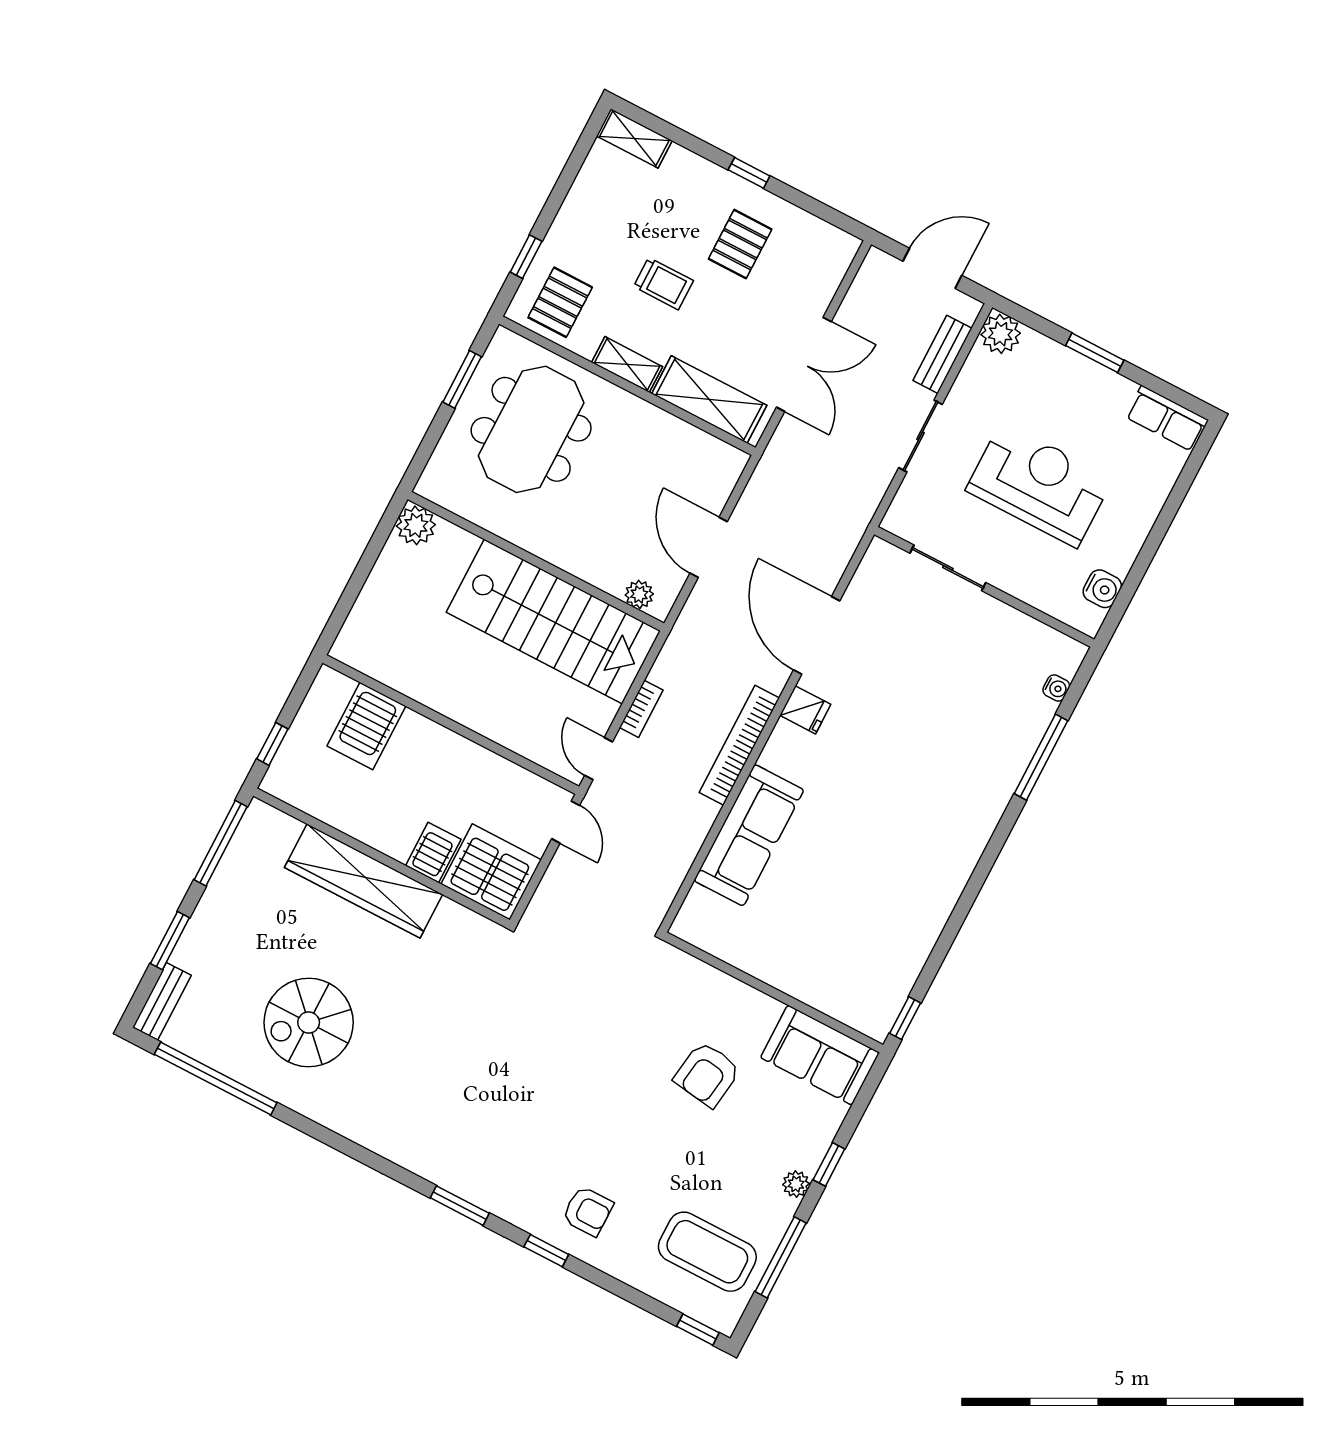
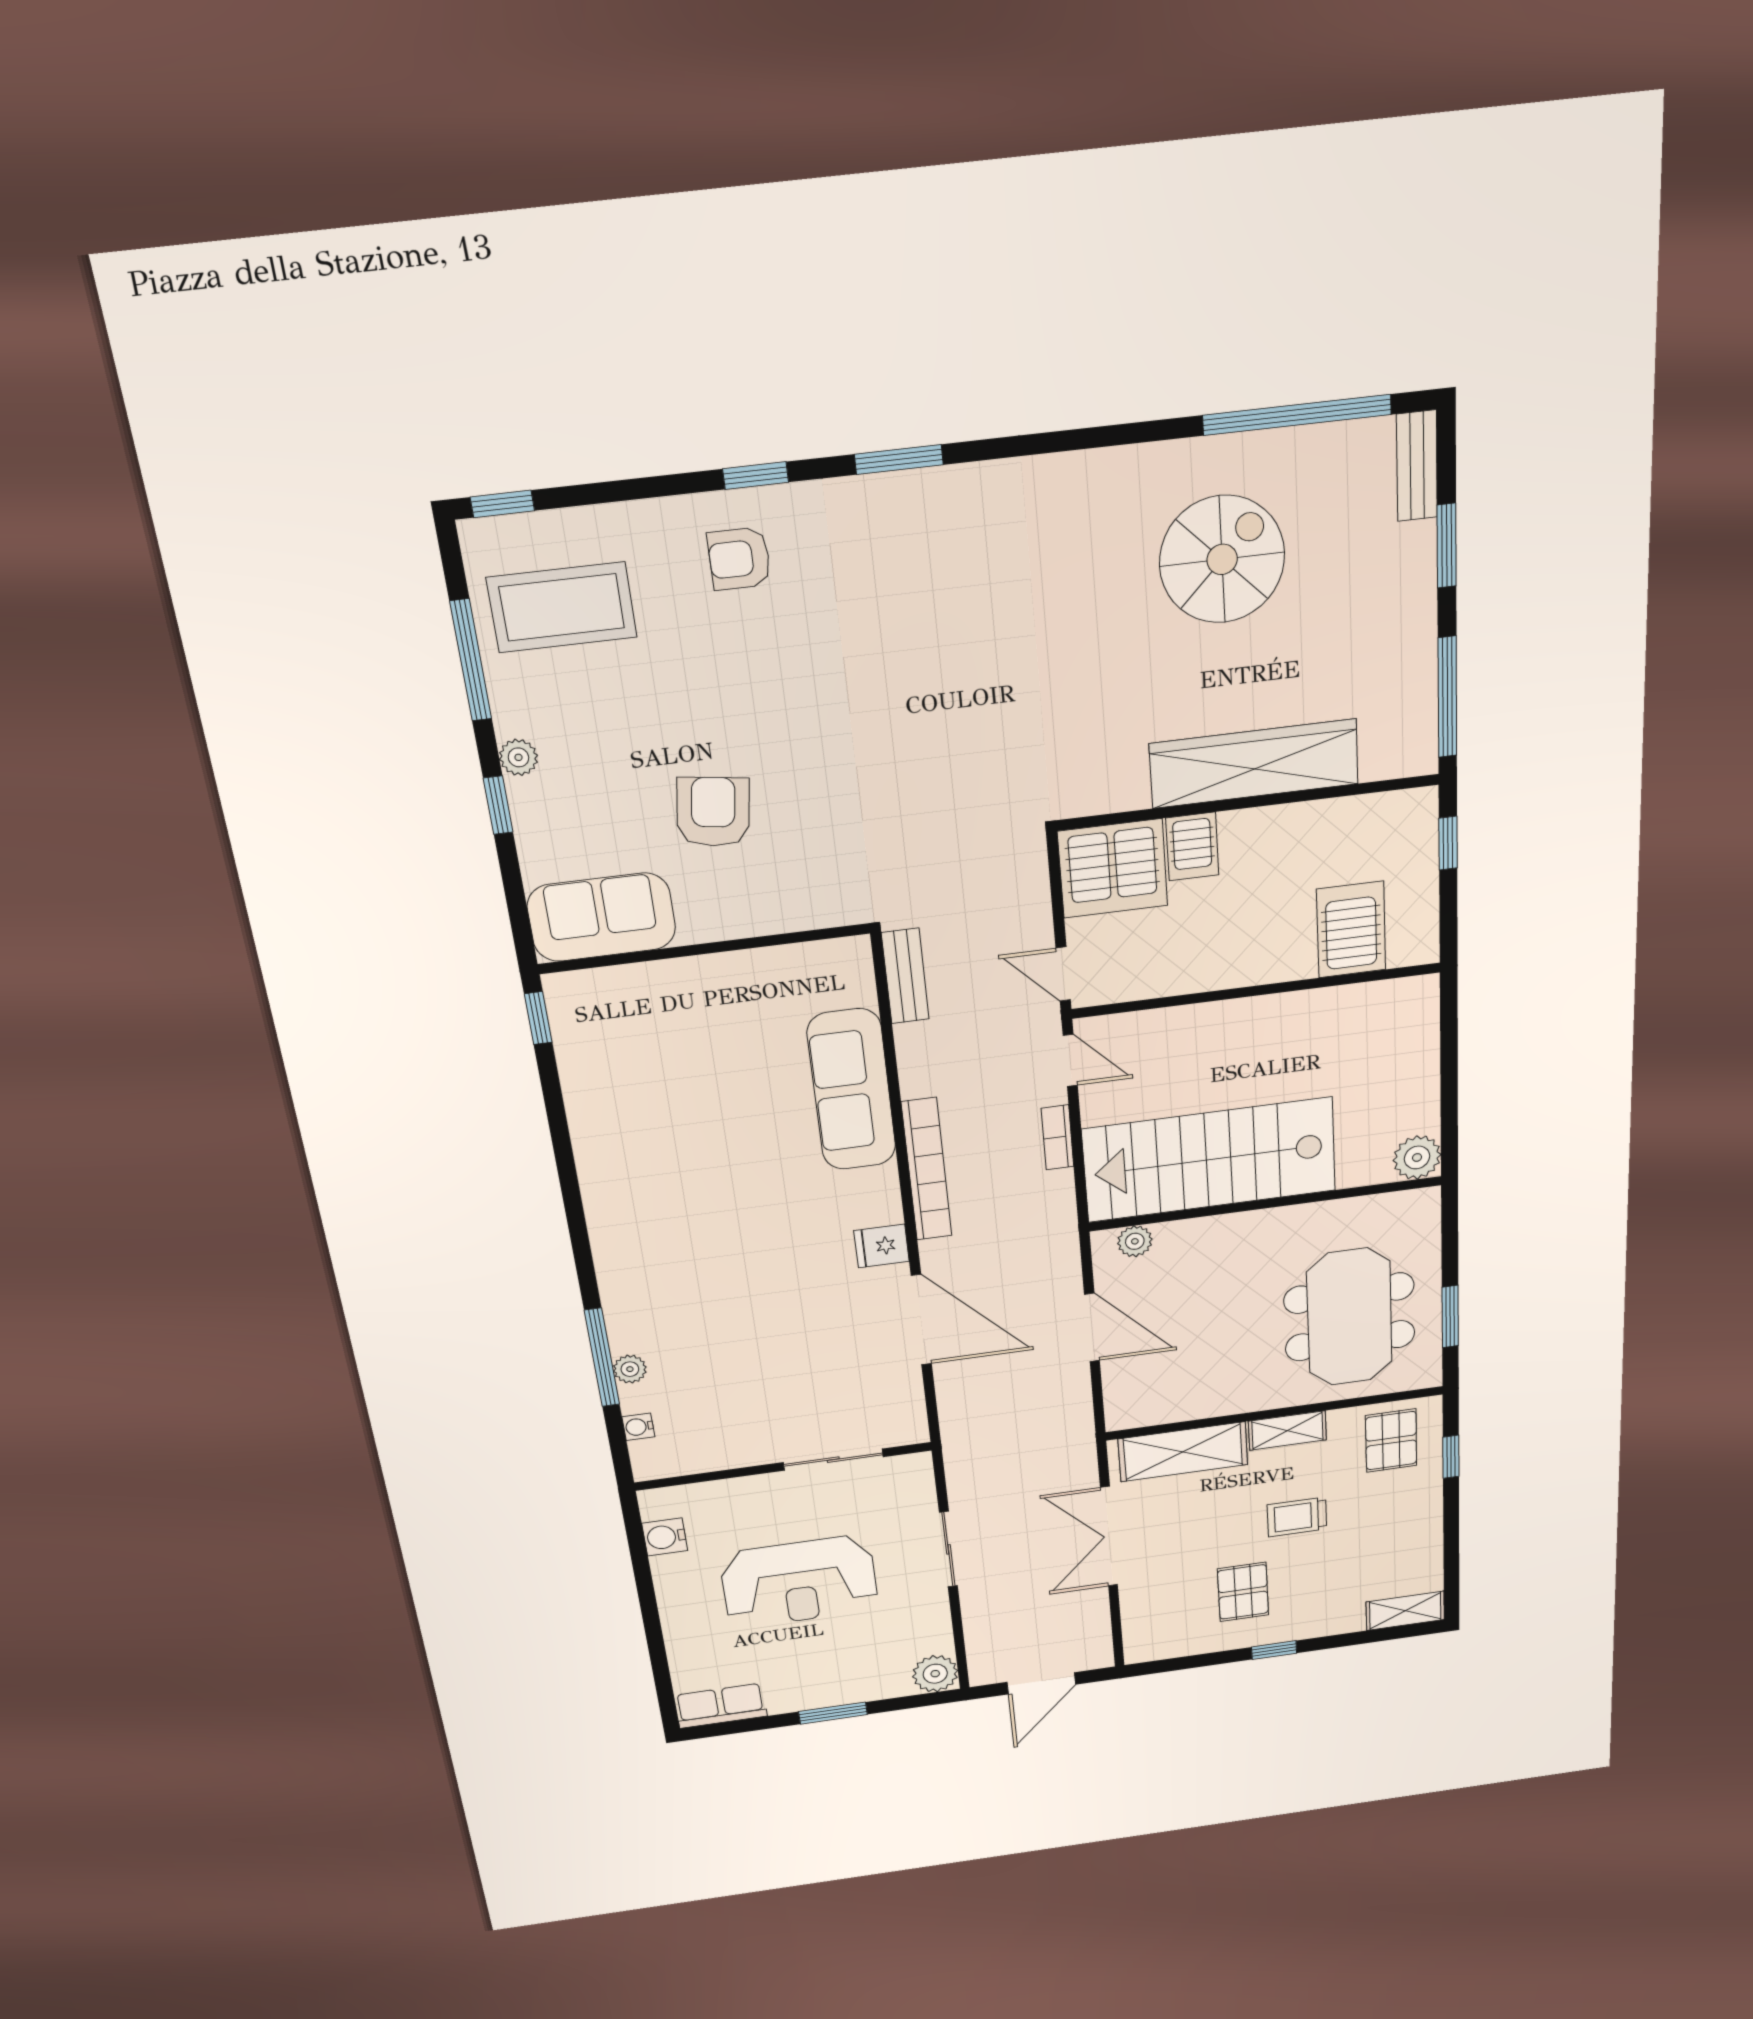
bench: (942, 354) -> (905, 976), moved
plant: (1030, 735) -> (630, 1369), added

